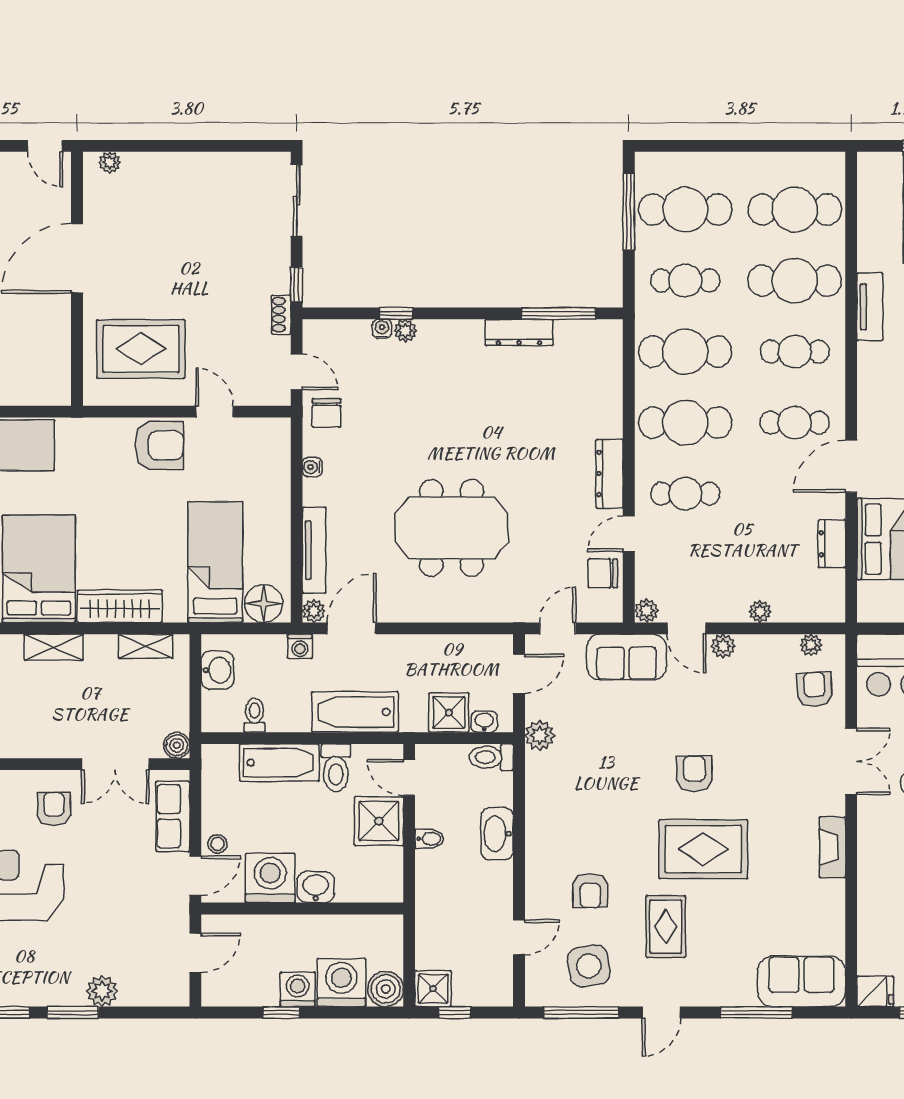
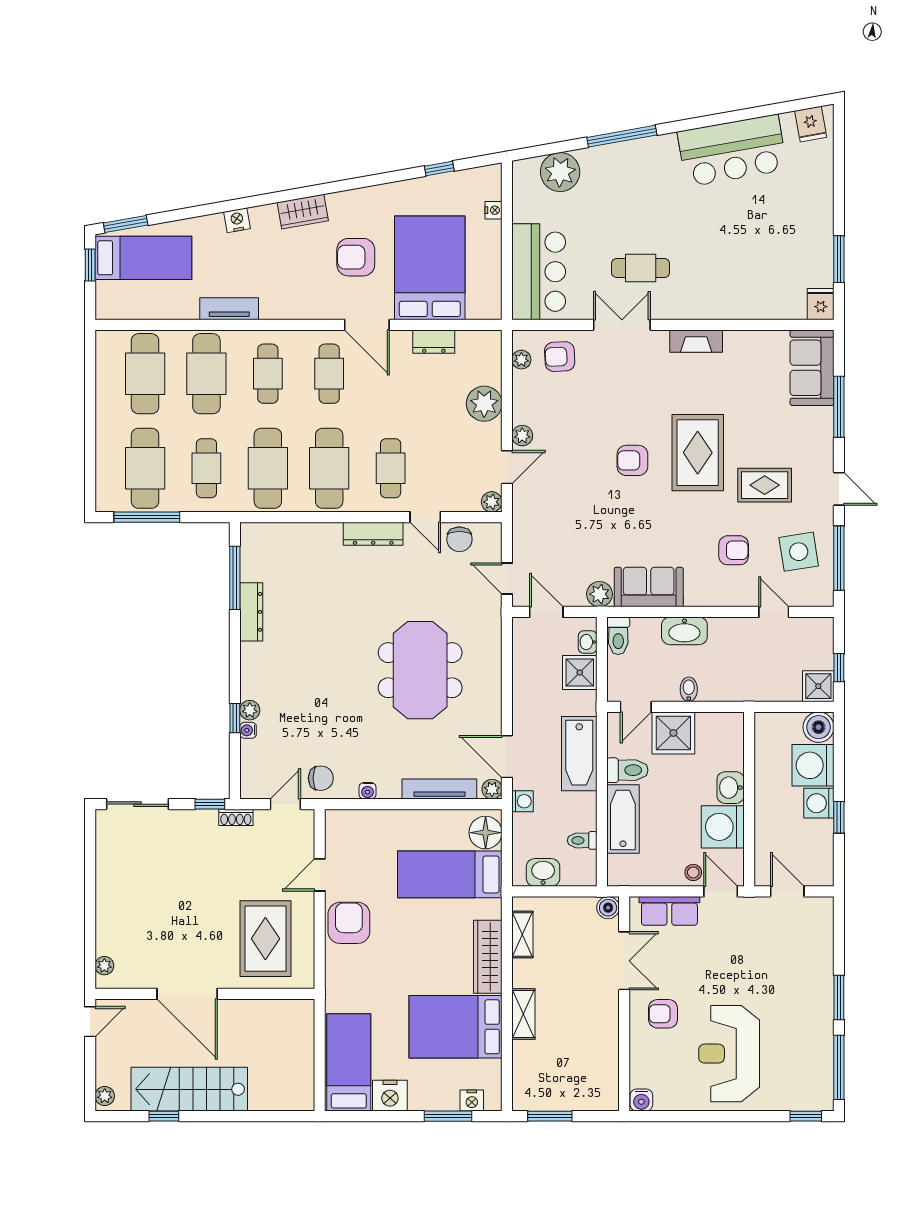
plant: (760, 612) -> (484, 404), width x1.88, depth x1.88
sofa: (627, 657) -> (649, 587), moved, turned -90
plant: (102, 991) -> (820, 972), removed

